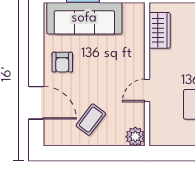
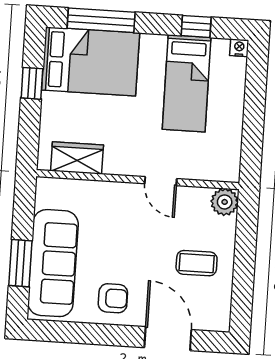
door: (36, 103) -> (168, 339), hinge flipped
coffee table: (91, 120) -> (197, 263), turned -37

